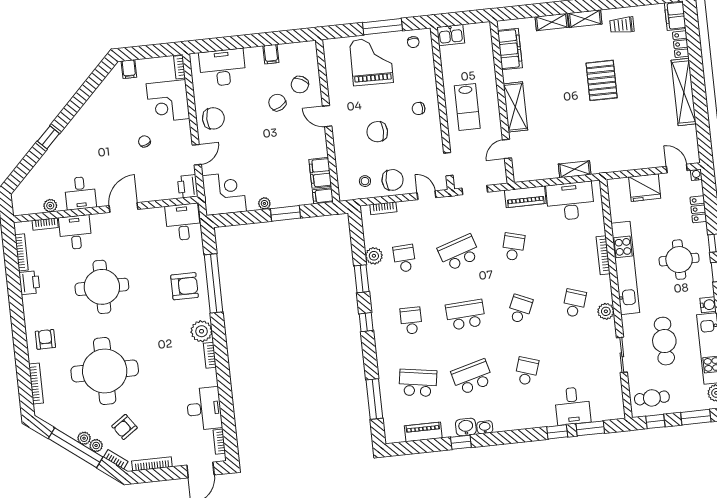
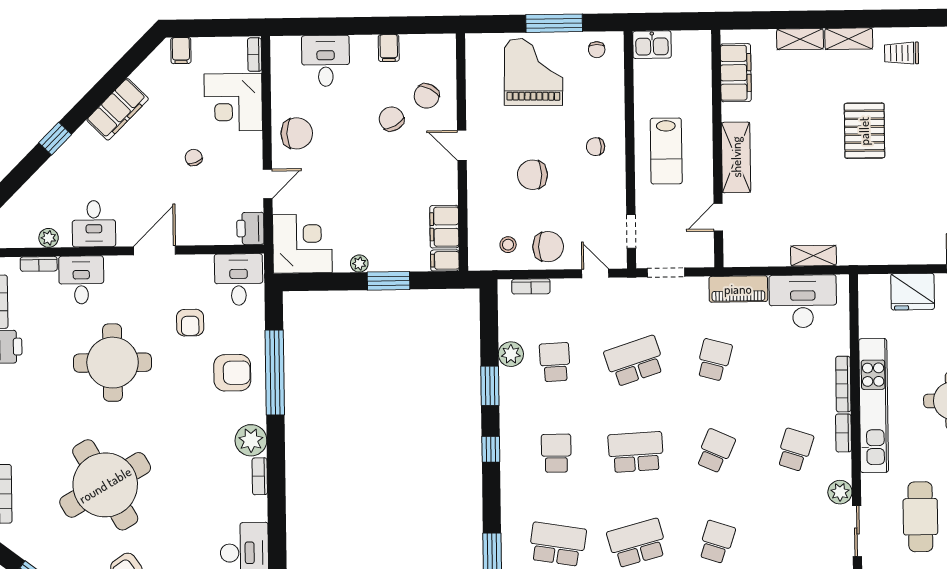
desk: (223, 68) -> (326, 61), width x0.73
filing cabinet: (89, 113) -> (118, 109), added
bookcase: (606, 289) -> (843, 433), added
plant: (606, 311) -> (840, 492), moved
armchair: (45, 339) -> (190, 323), moved, turned 180
round table: (105, 371) -> (105, 485), turned -30

